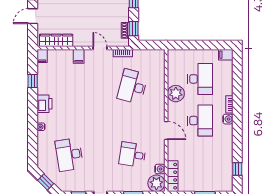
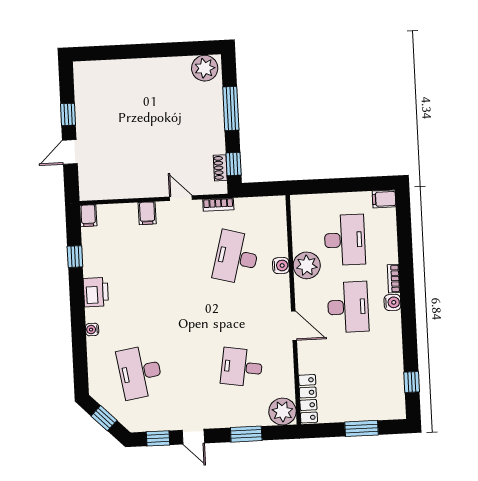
wardrobe: (56, 40) -> (110, 189), removed
water cooler: (160, 169) -> (281, 266), moved

